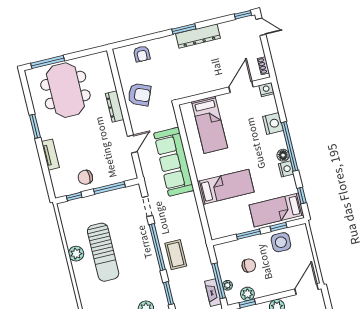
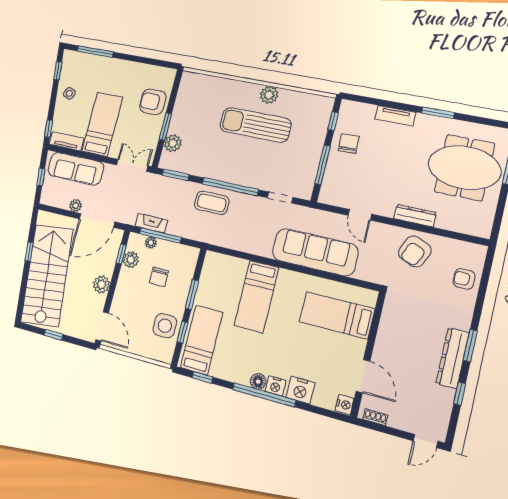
window: (243, 15) -> (460, 394), moved
nightstand: (286, 169) -> (276, 386), moved

